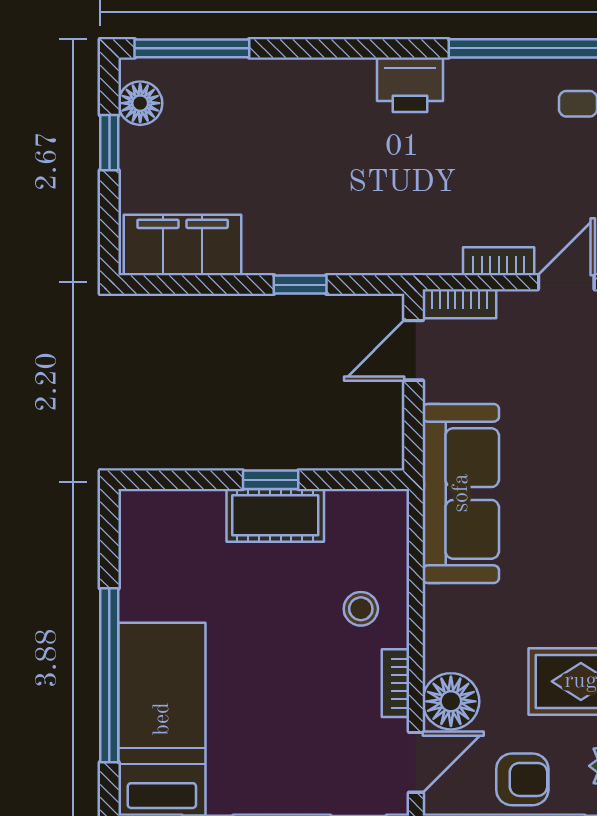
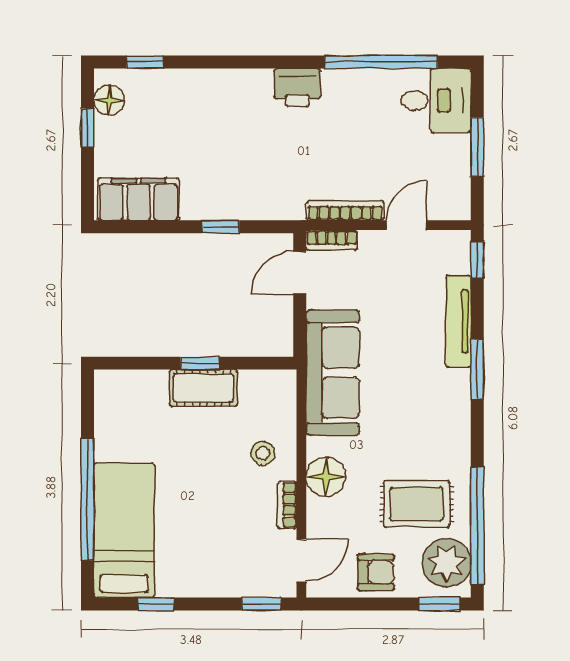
window: (192, 48) -> (145, 62), width x0.46
bookcase: (499, 261) -> (345, 211), width x1.56
floor lamp: (451, 701) -> (326, 477), moved

